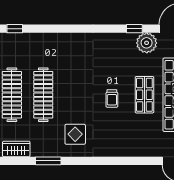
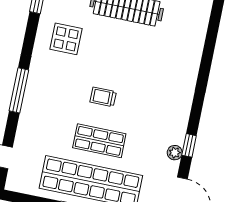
plant: (147, 43) -> (175, 153), width x0.53, depth x0.53
window: (120, 161) -> (19, 90), added

